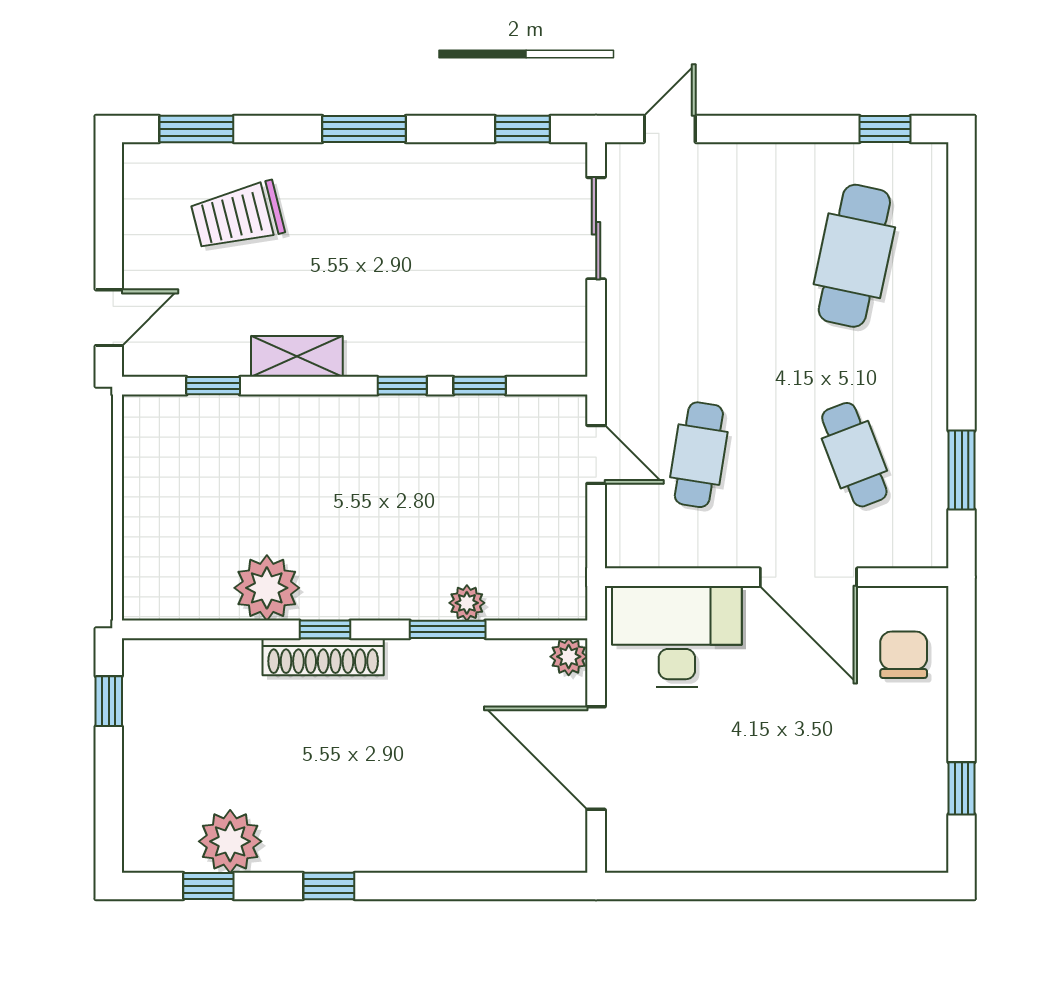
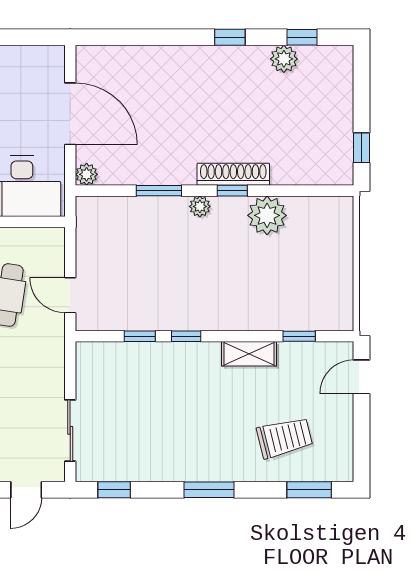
plant: (467, 603) -> (200, 206), moved
plant: (230, 841) -> (284, 59), width x0.73, depth x0.73

